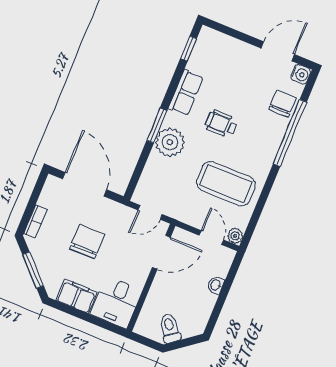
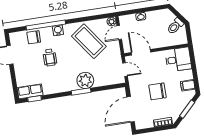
water cooler: (301, 74) -> (58, 30), moved
row of seats: (186, 93) -> (30, 91), moved
wheelchair: (221, 124) -> (50, 57), moved
coffee table: (226, 184) -> (89, 41), turned -36
filing cabinet: (77, 296) -> (188, 85), width x0.50

